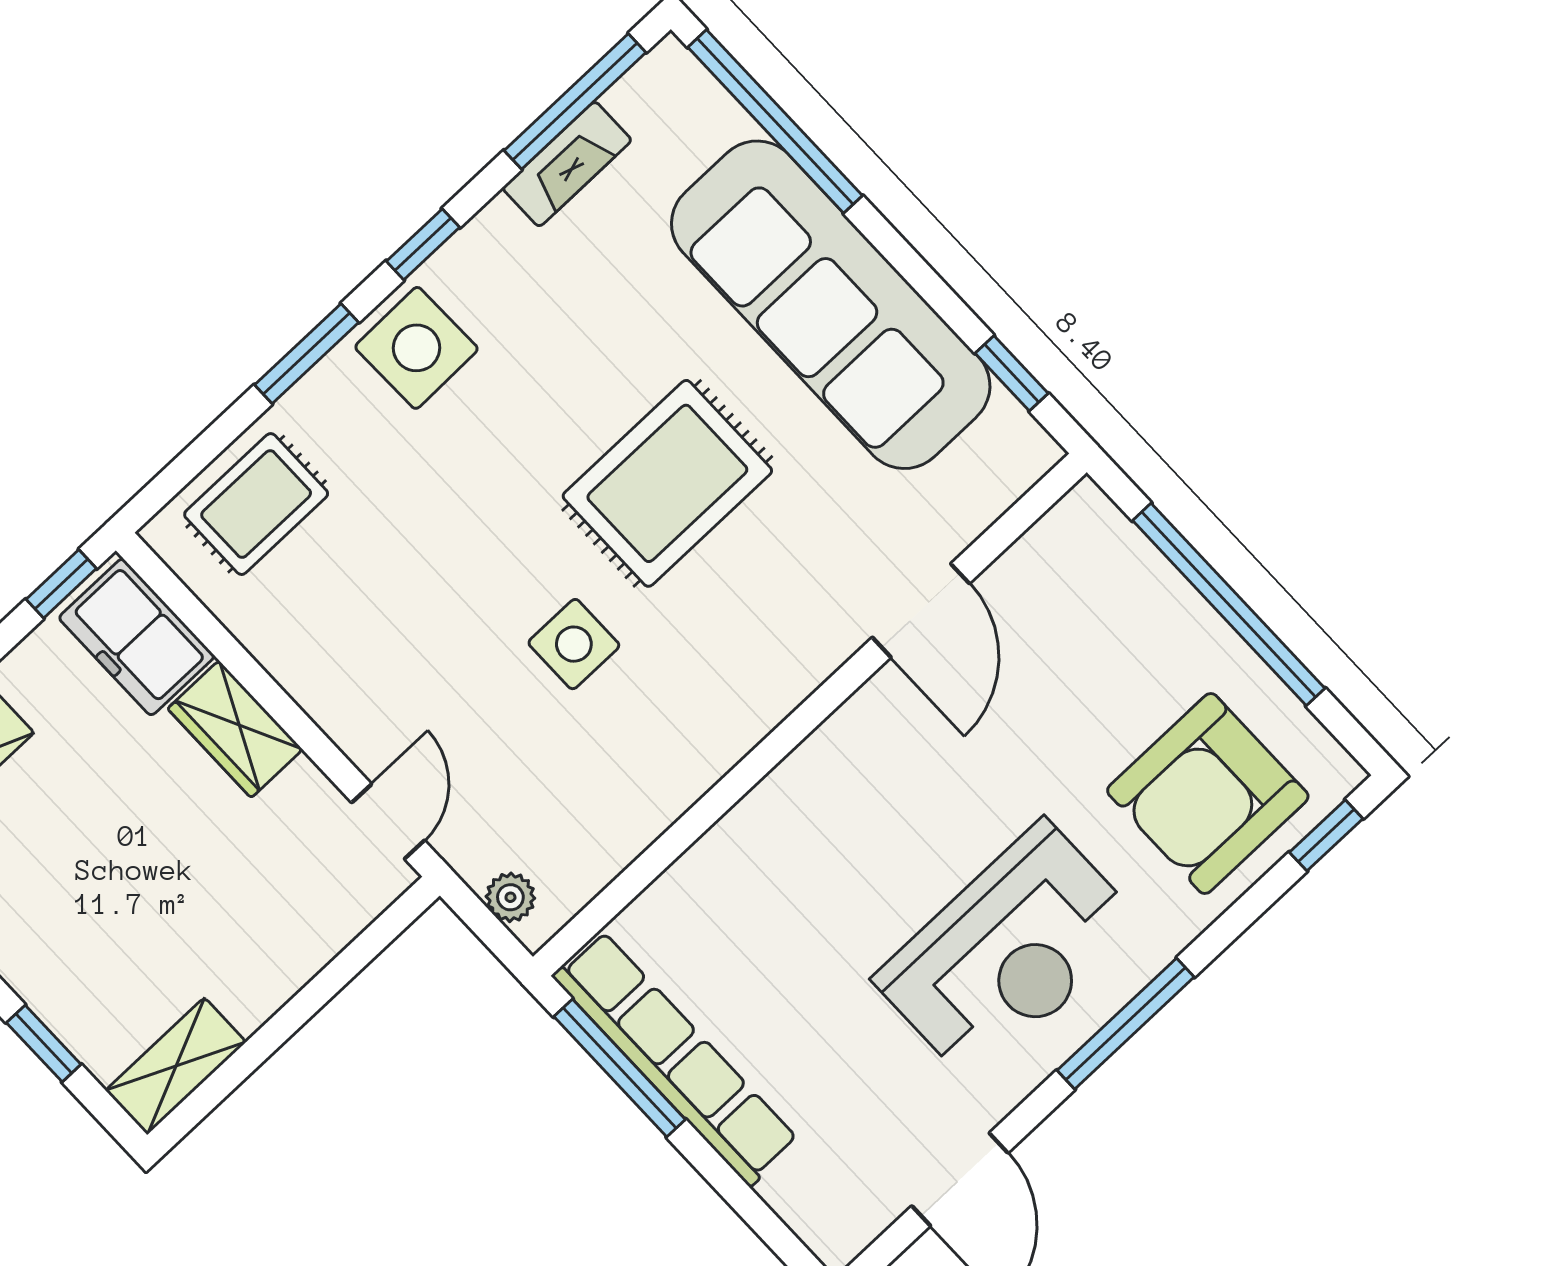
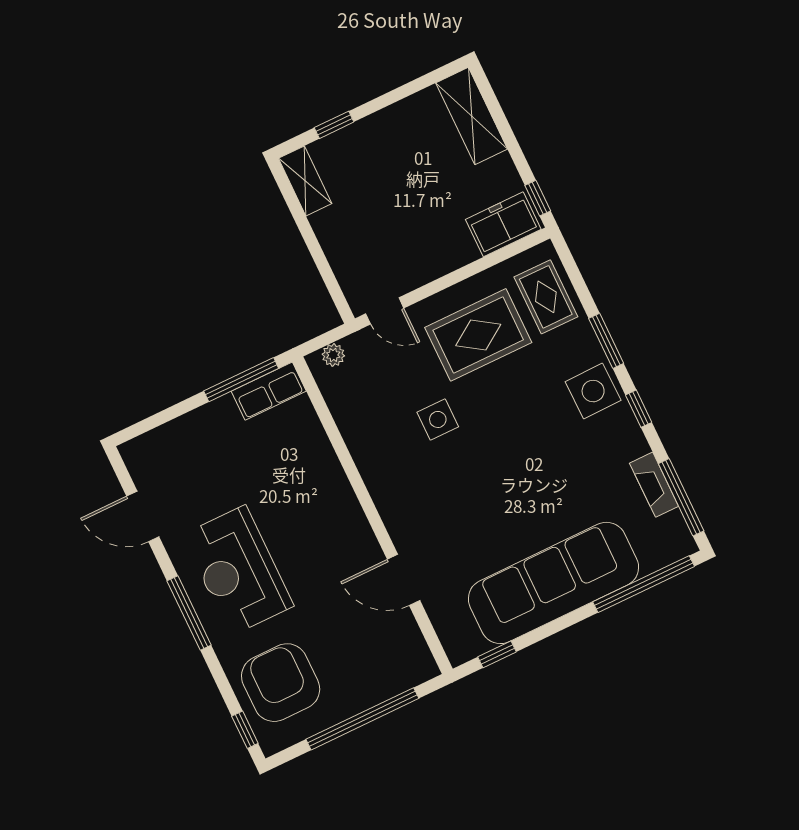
rug: (667, 483) -> (478, 335), moved, turned 90
wardrobe: (235, 729) -> (448, 255), removed
row of seats: (675, 1058) -> (269, 391), width x0.50

